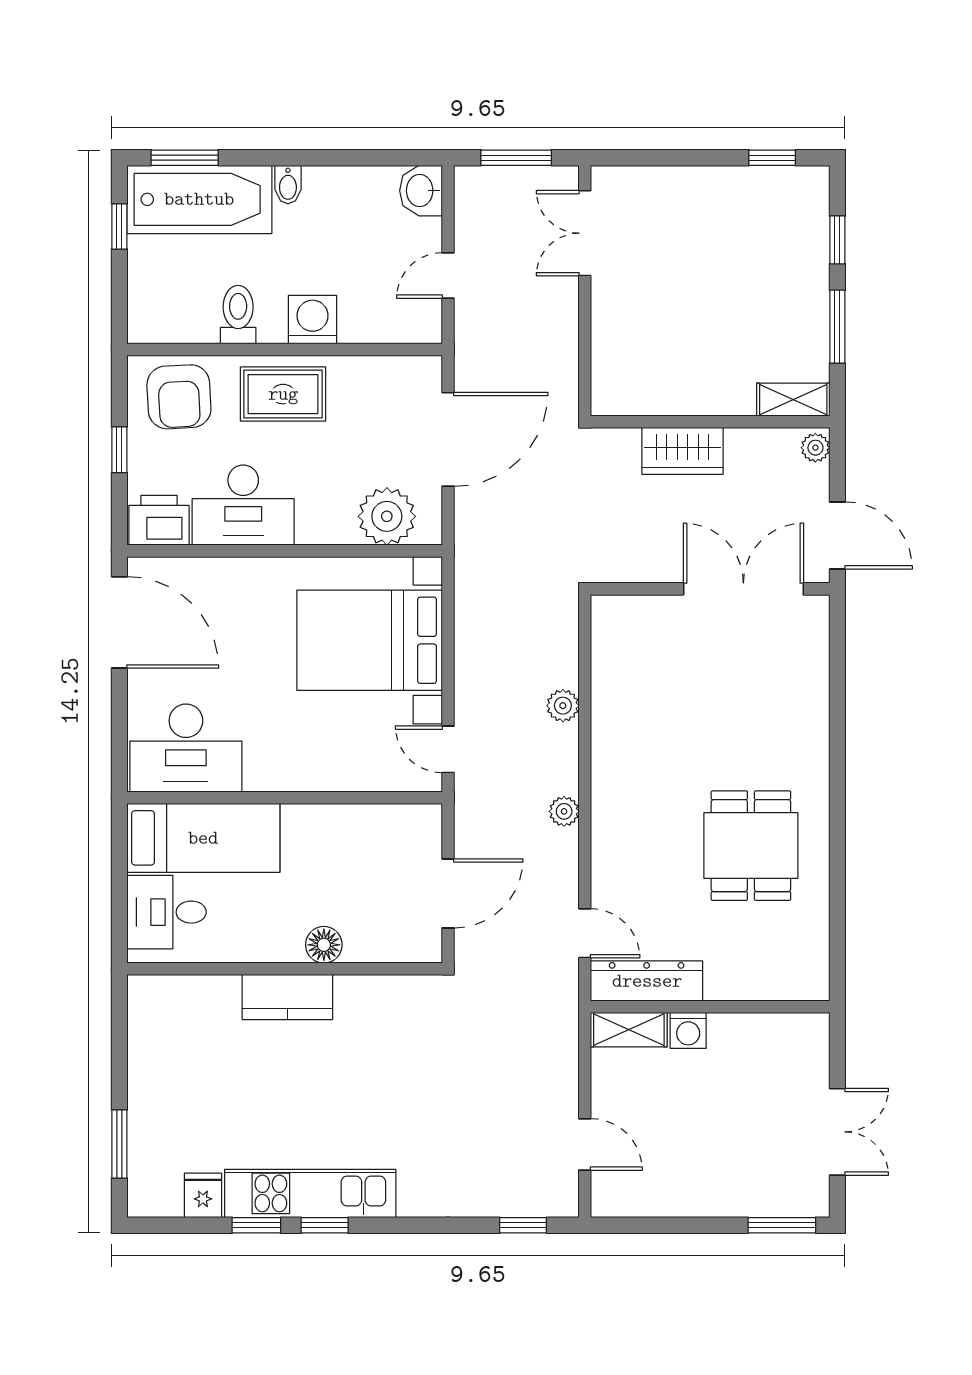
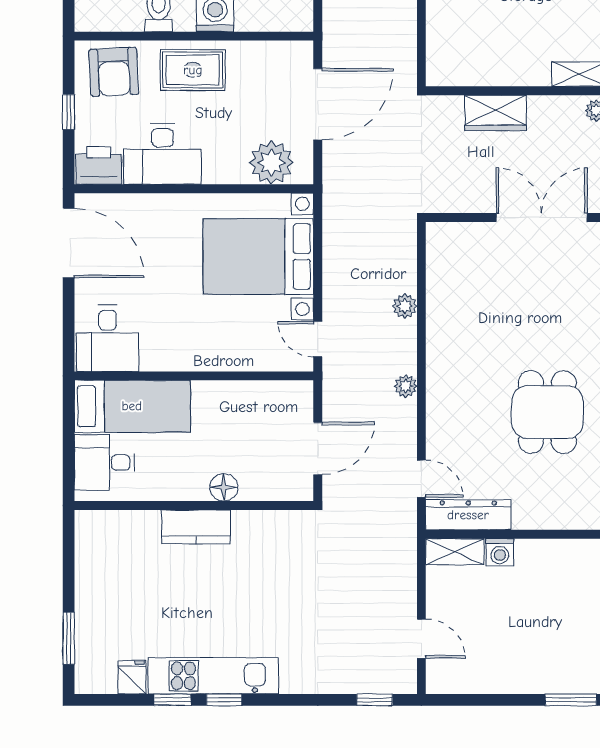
desk: (186, 748) -> (108, 338), width x0.73

